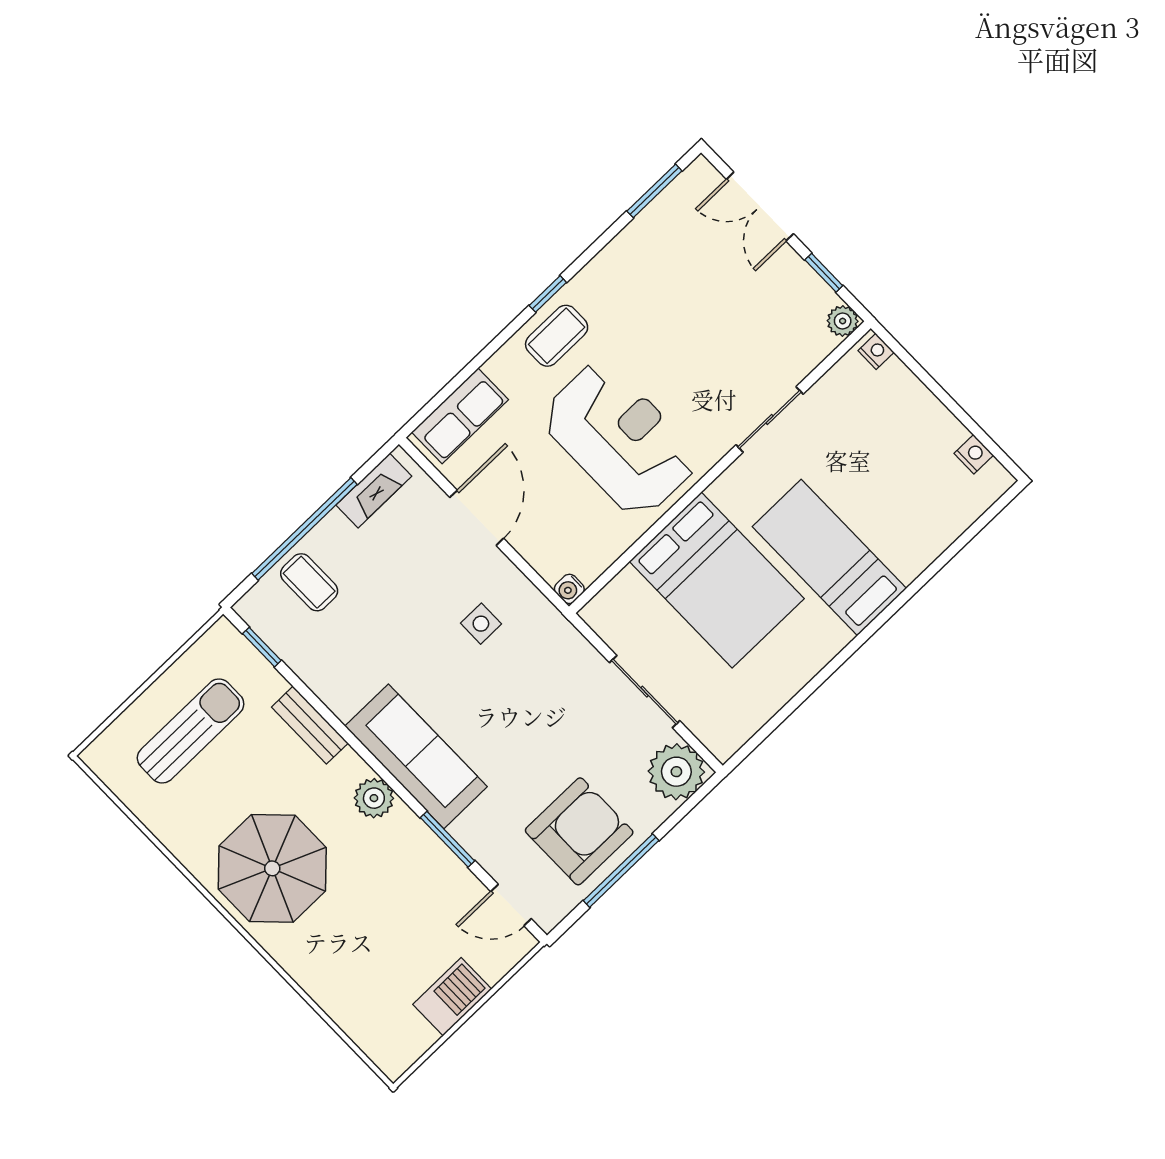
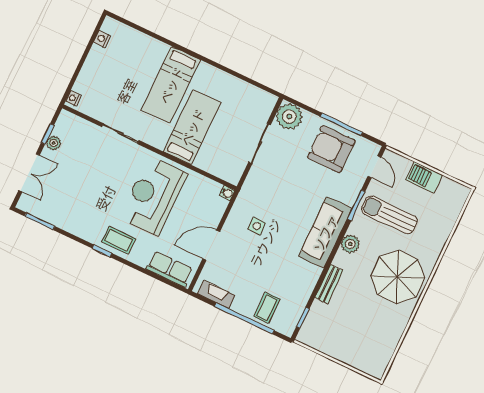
plant: (843, 321) -> (54, 143), moved
bed: (717, 580) -> (192, 127), width x0.67
sun lounger: (191, 731) -> (389, 215), moved

